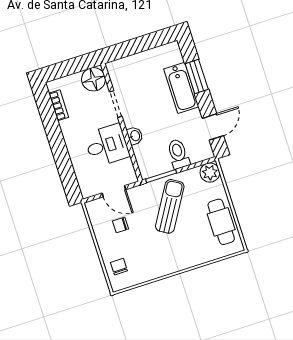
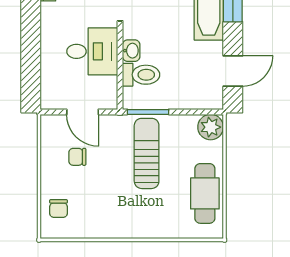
toilet: (178, 154) -> (141, 75), moved, turned 90
sun lounger: (170, 206) -> (147, 153), turned -31
chair: (119, 267) -> (59, 209), turned 180

